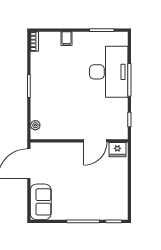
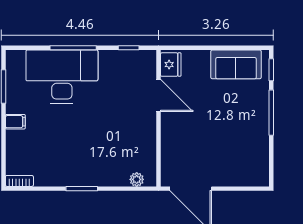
filing cabinet: (67, 39) -> (15, 122), moved
sofa: (41, 202) -> (236, 64), moved, turned 180

